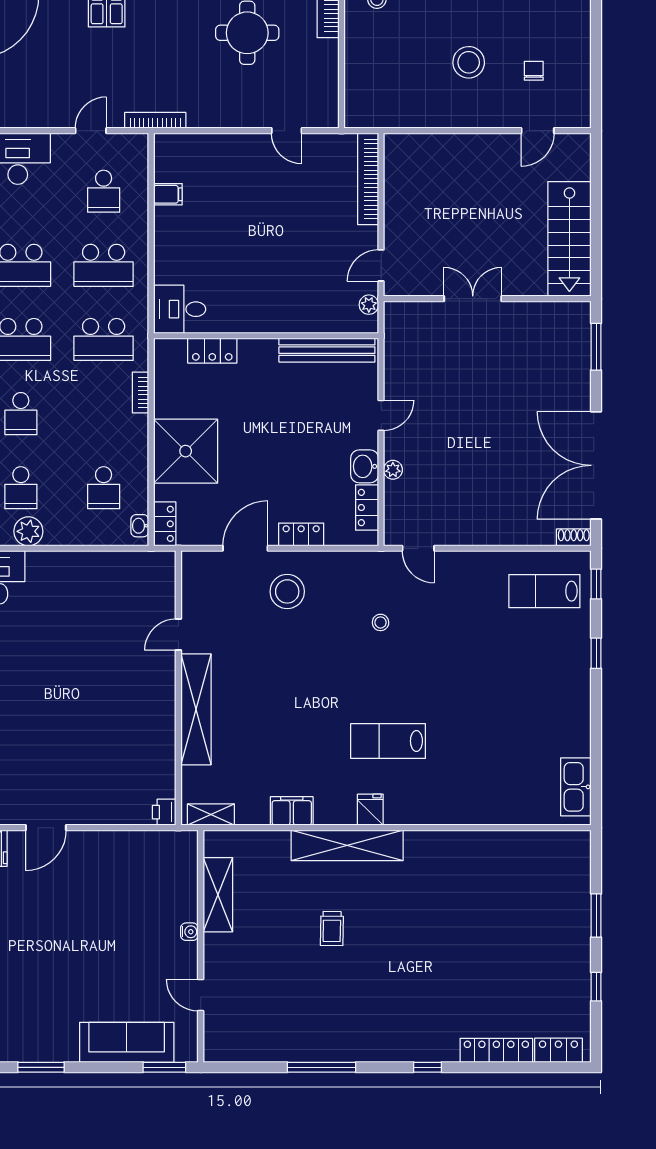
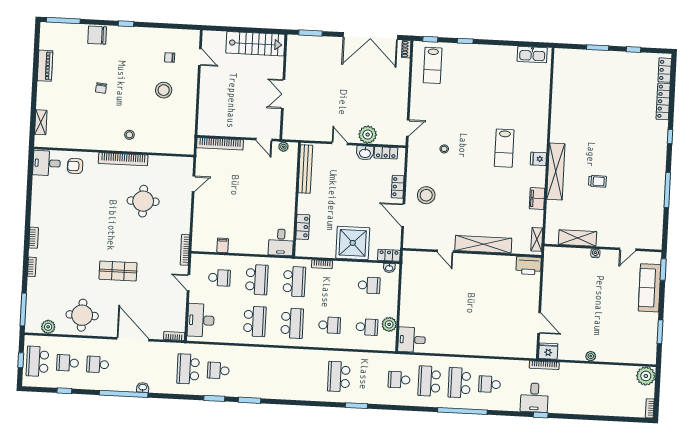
plant: (393, 470) -> (368, 135), width x1.88, depth x1.88
printer: (164, 812) -> (529, 266), width x1.87, depth x1.48

